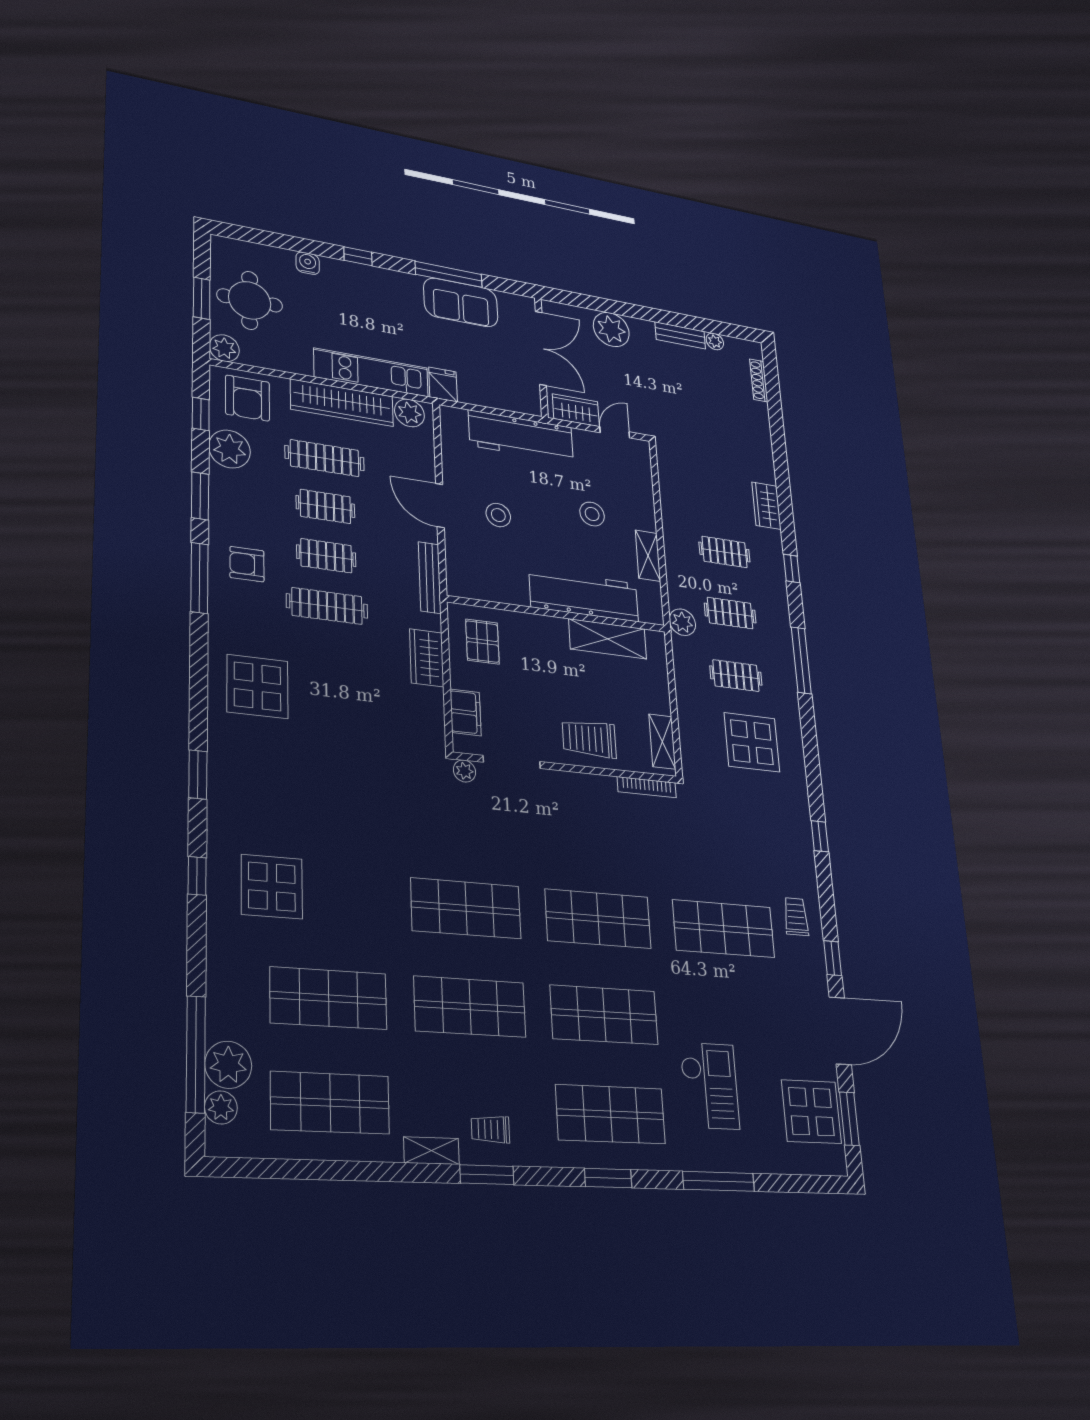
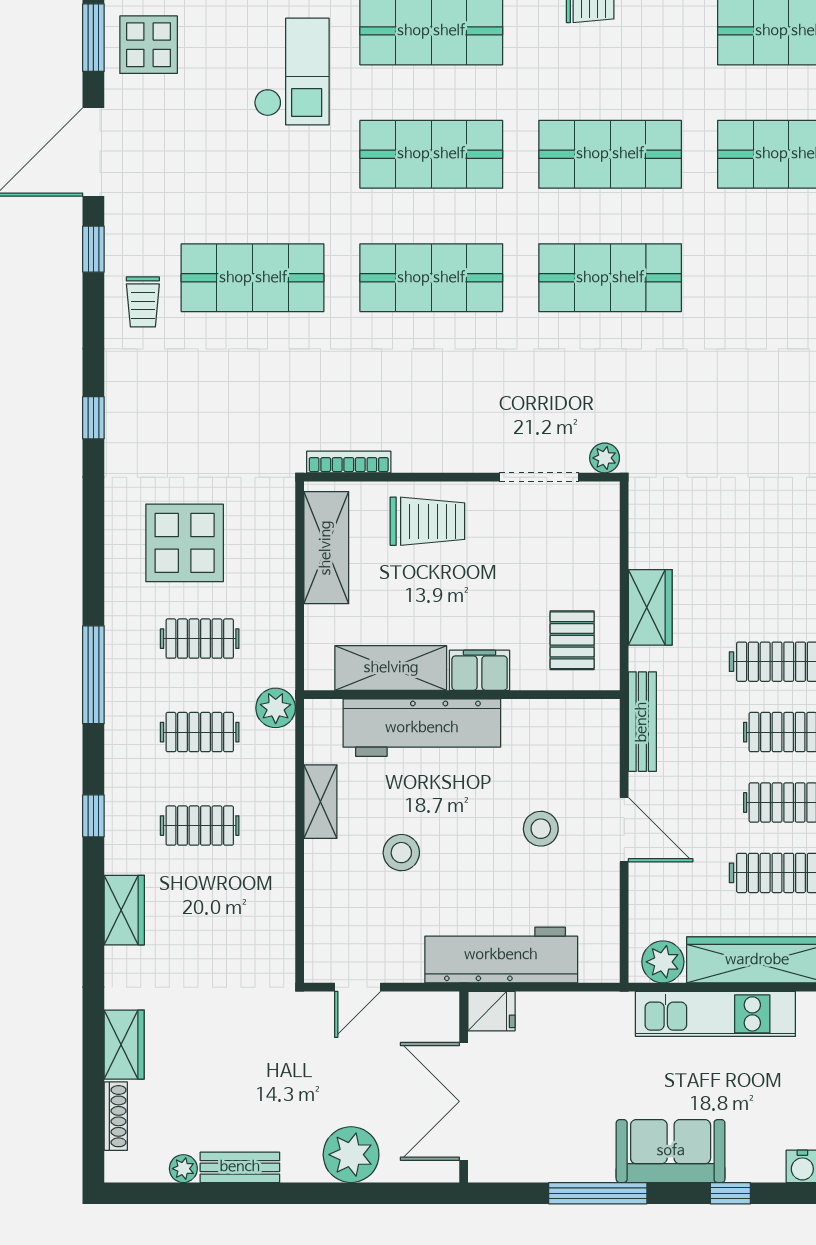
sofa: (461, 302) -> (671, 1151), moved
fridge: (443, 385) -> (491, 1011), moved, turned -90
wardrobe: (576, 410) -> (124, 1045), moved, turned -90
filing cabinet: (466, 712) -> (480, 670), moved, turned 90
shelving: (662, 742) -> (326, 548), width x1.50, depth x1.33
checkout: (710, 1086) -> (292, 72), turned 180
display table: (811, 1112) -> (149, 45), width x0.73, depth x0.73

